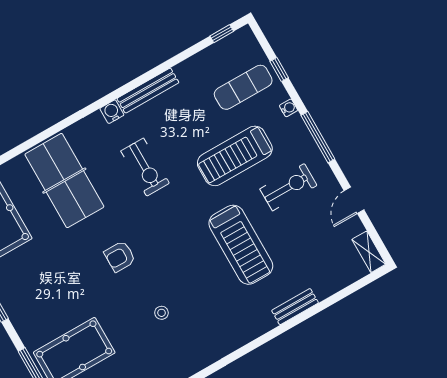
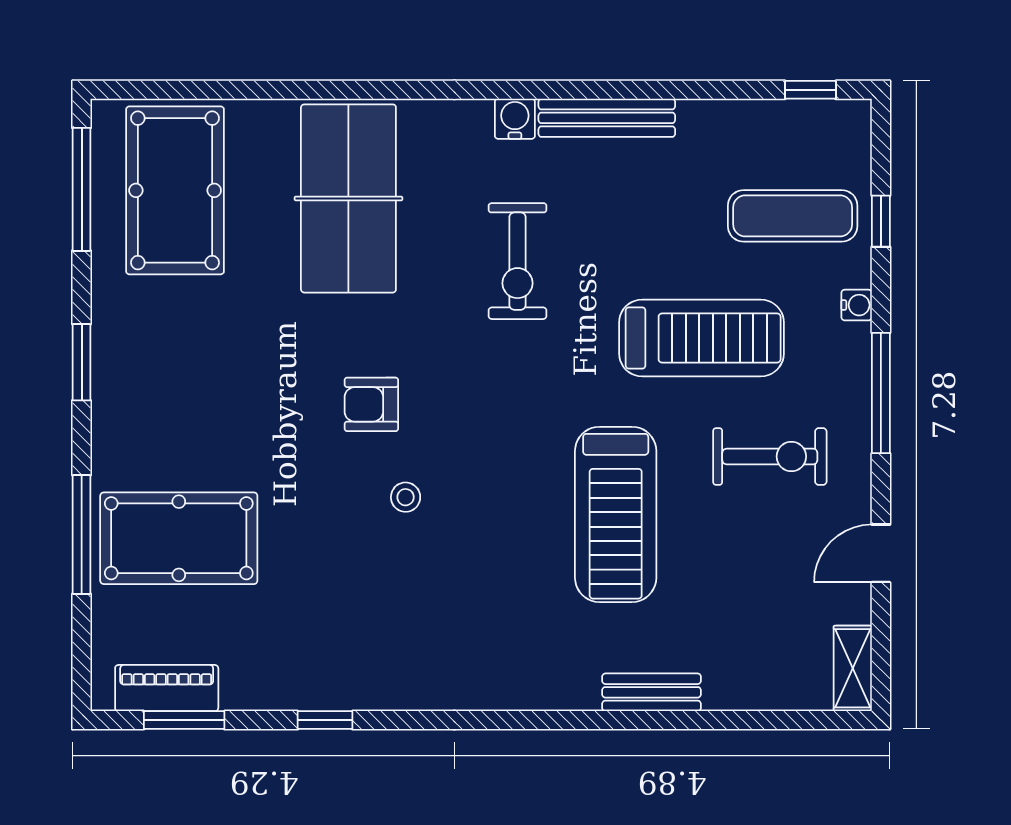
treadmill: (235, 156) -> (701, 338), turned 180
stool: (162, 313) -> (406, 497), moved

